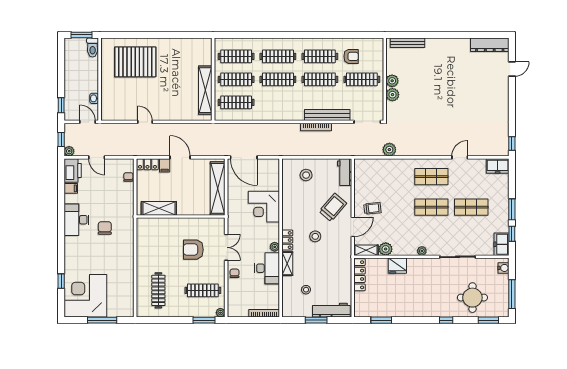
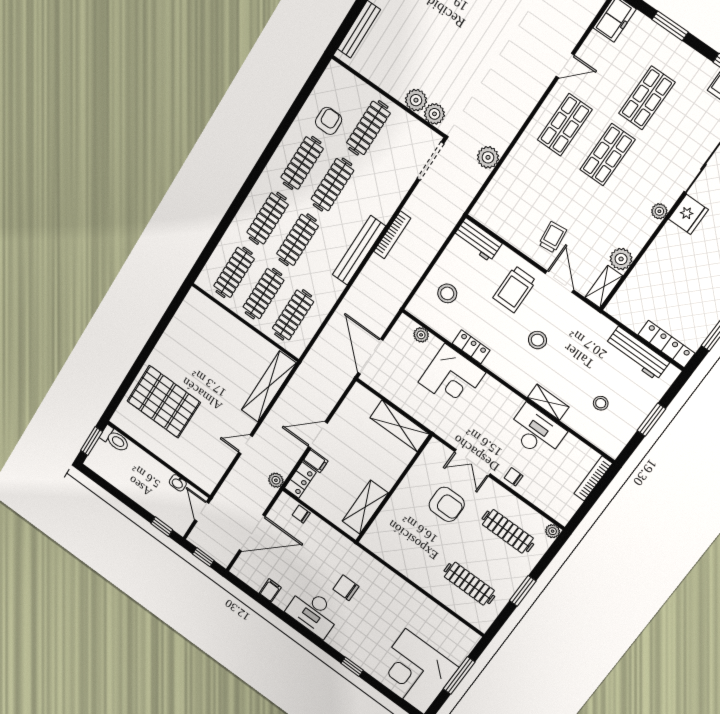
pallet: (135, 62) -> (164, 402), turned 90
plant: (392, 81) -> (434, 114), moved
shelving: (205, 90) -> (269, 387), moved, turned 90
bench: (327, 115) -> (359, 250), moved
door: (88, 122) -> (202, 512), hinge flipped
plant: (69, 151) -> (276, 480), moved
door: (97, 157) -> (252, 533), width x1.87
door: (244, 157) -> (370, 357), swing flipped
door: (460, 157) -> (565, 66), swing flipped
printer: (73, 171) -> (250, 572), removed
shelving: (218, 188) -> (400, 426), width x0.68
trolley: (333, 207) -> (514, 289), turned -131
window: (512, 209) -> (670, 26), moved
locker: (287, 240) -> (471, 347), moved
double door: (226, 247) -> (472, 463), swing flipped
plant: (275, 247) -> (421, 335), moved
armchair: (193, 250) -> (447, 504), turned -90
fridge: (397, 266) -> (688, 214), moved
locker: (360, 275) -> (666, 344), moved
window: (61, 281) -> (352, 667), moved
clothes rail: (203, 290) -> (508, 531), turned 90
workbench: (331, 310) -> (637, 353), moved, turned -90
window: (204, 320) -> (523, 591), moved

